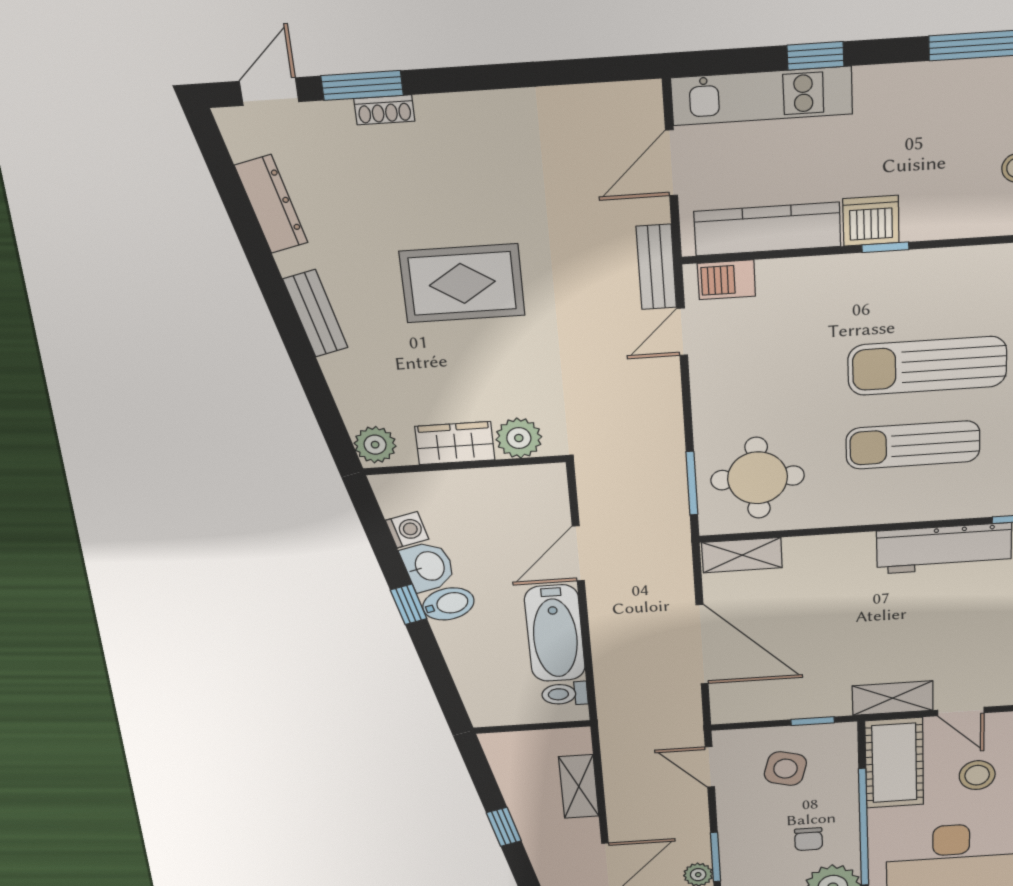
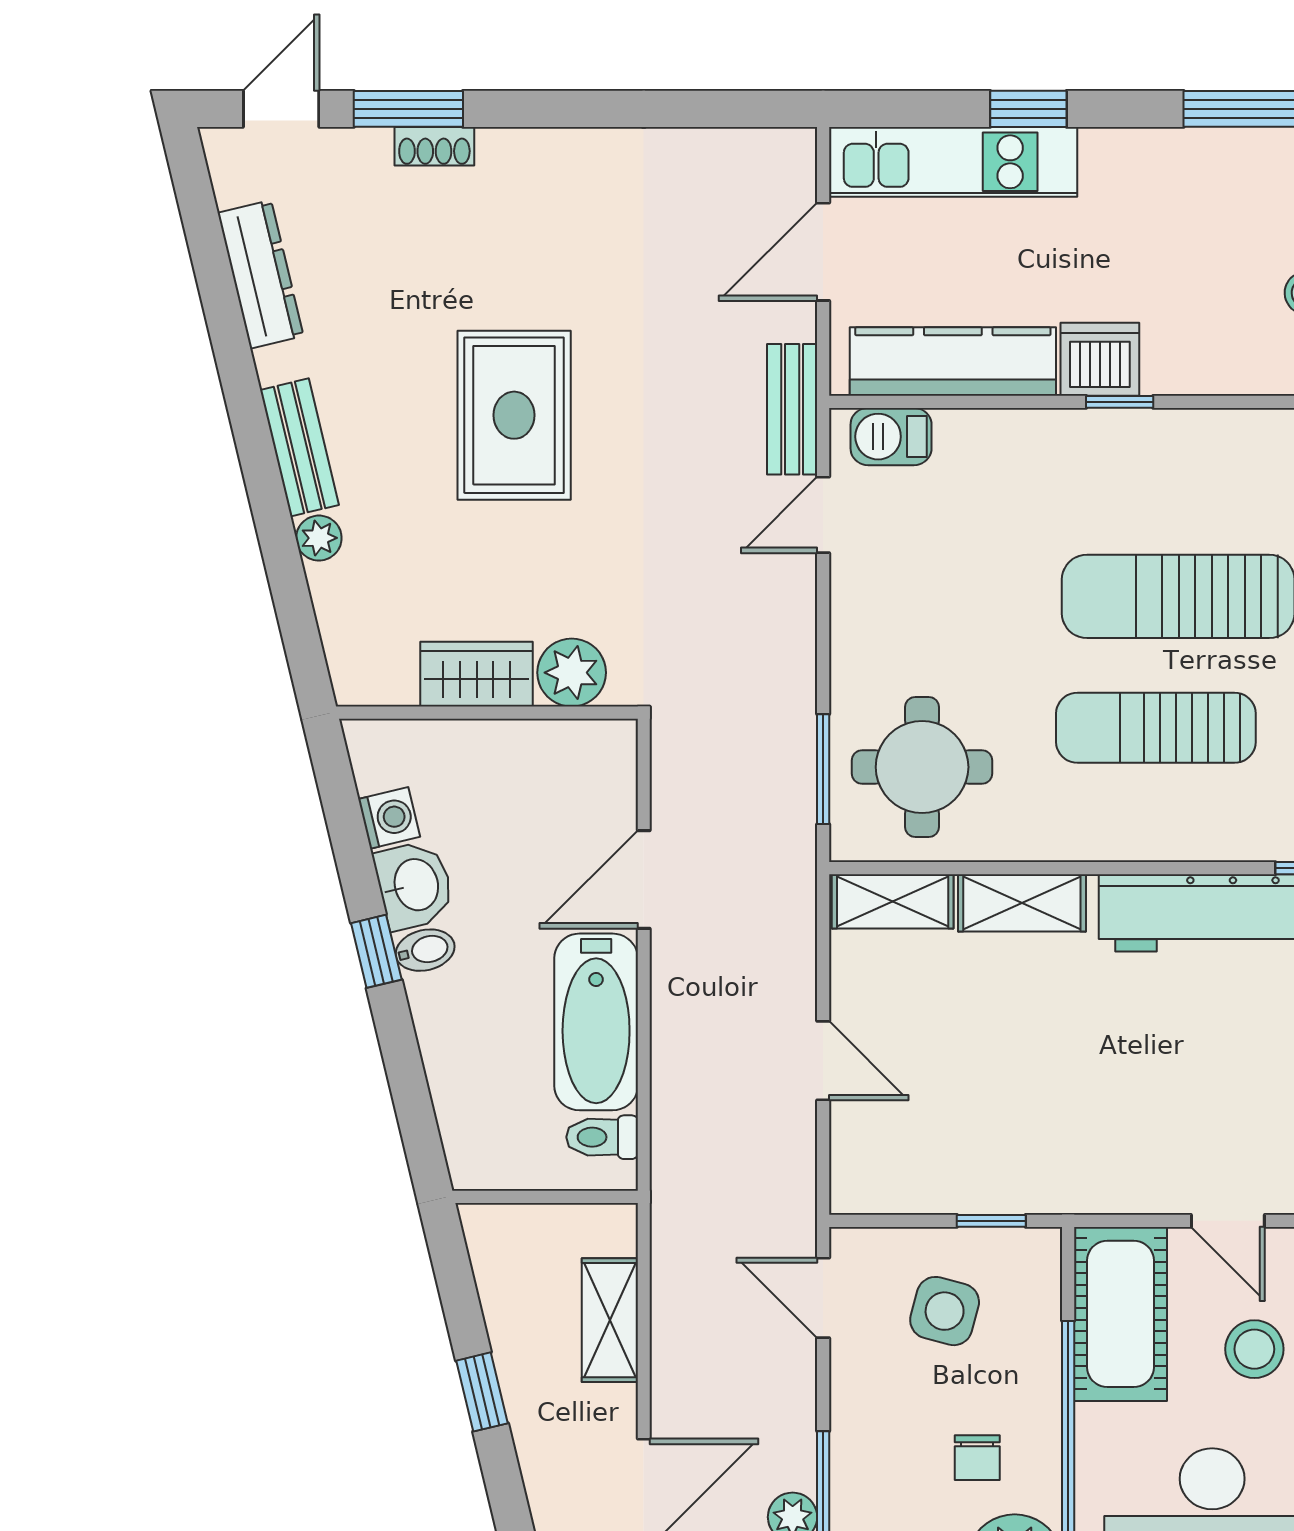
rug: (462, 283) -> (514, 415), turned 90
plant: (375, 445) -> (319, 538), moved, width x0.73, depth x0.73
bidet: (448, 604) -> (425, 950), width x0.72, depth x0.74
door: (702, 645) -> (823, 1061), width x0.53
shelving: (893, 698) -> (1022, 903), moved

